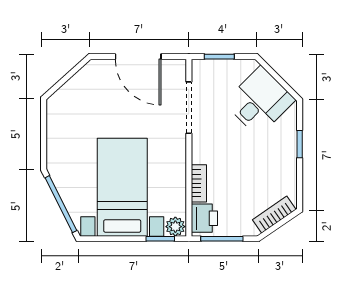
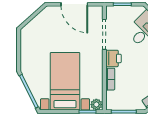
printer: (204, 218) -> (113, 58), moved

